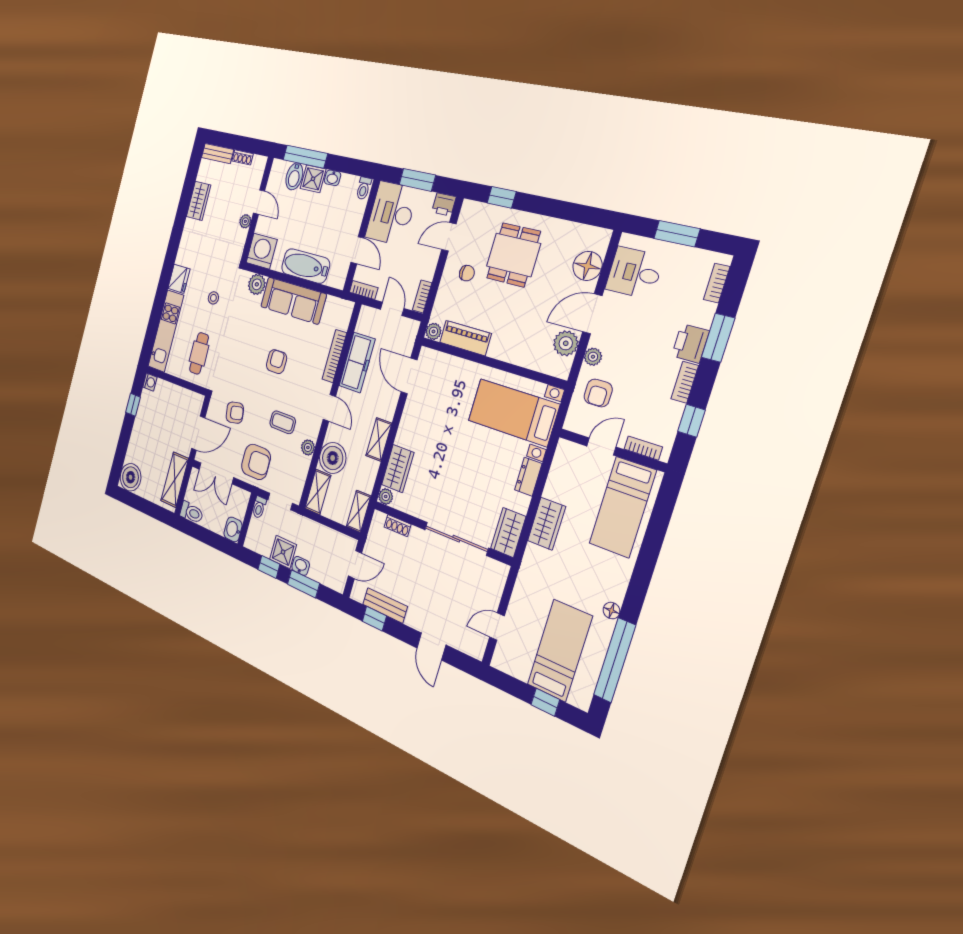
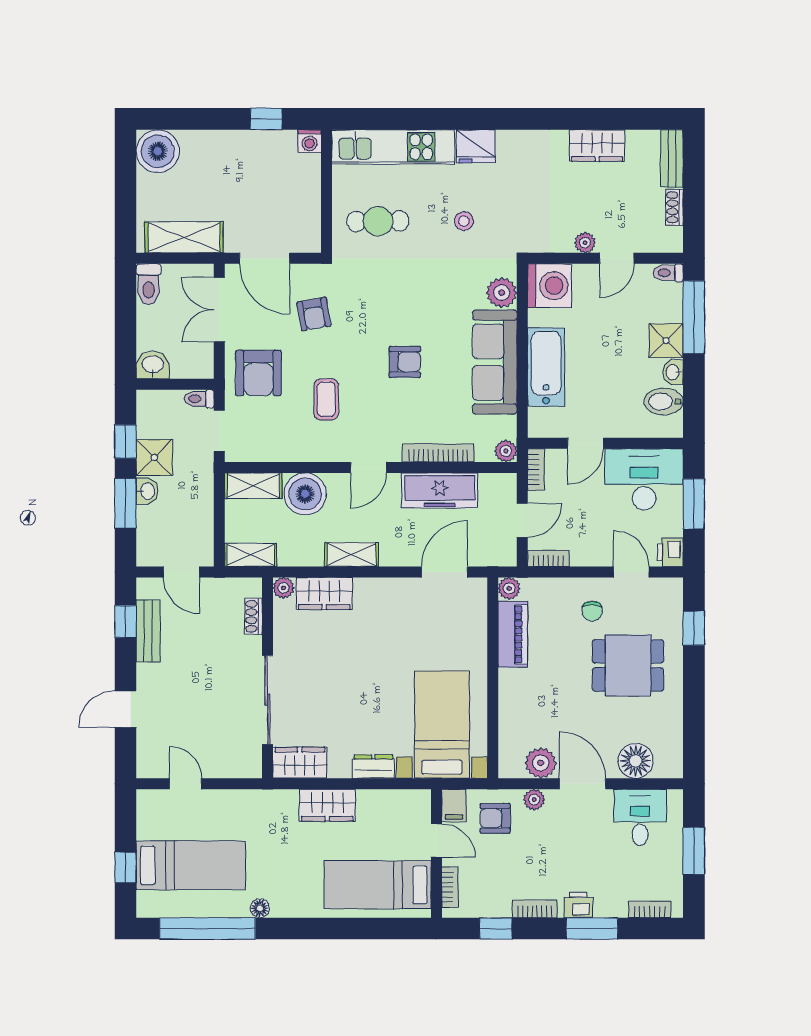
bidet: (294, 176) -> (664, 402), moved
toilet: (364, 188) -> (668, 273), moved
printer: (690, 343) -> (578, 905), width x0.73, depth x0.81
filing cabinet: (578, 423) -> (454, 805), added
plant: (308, 447) -> (506, 451), moved

